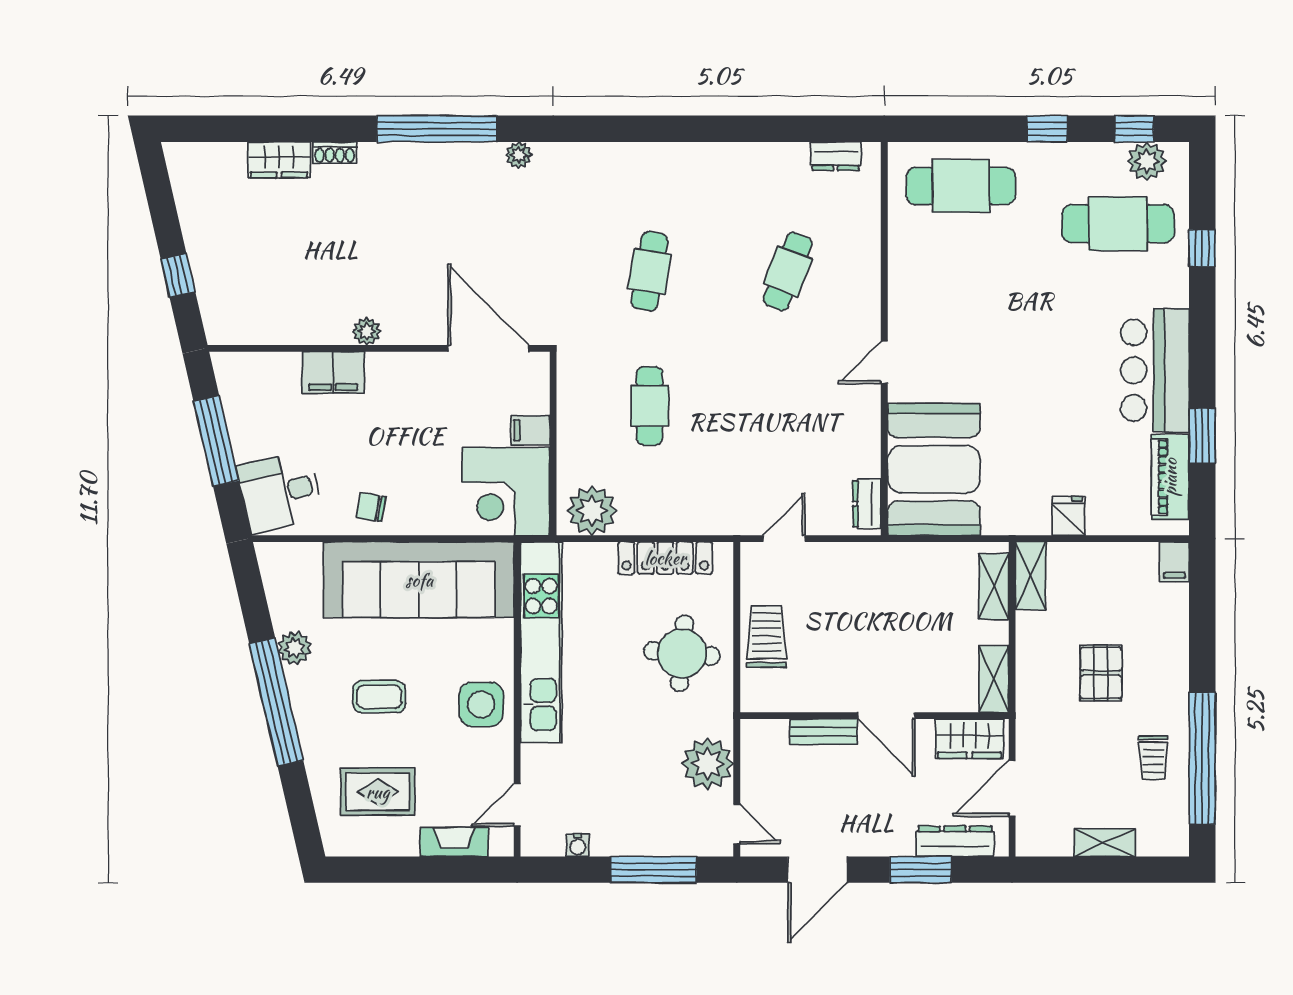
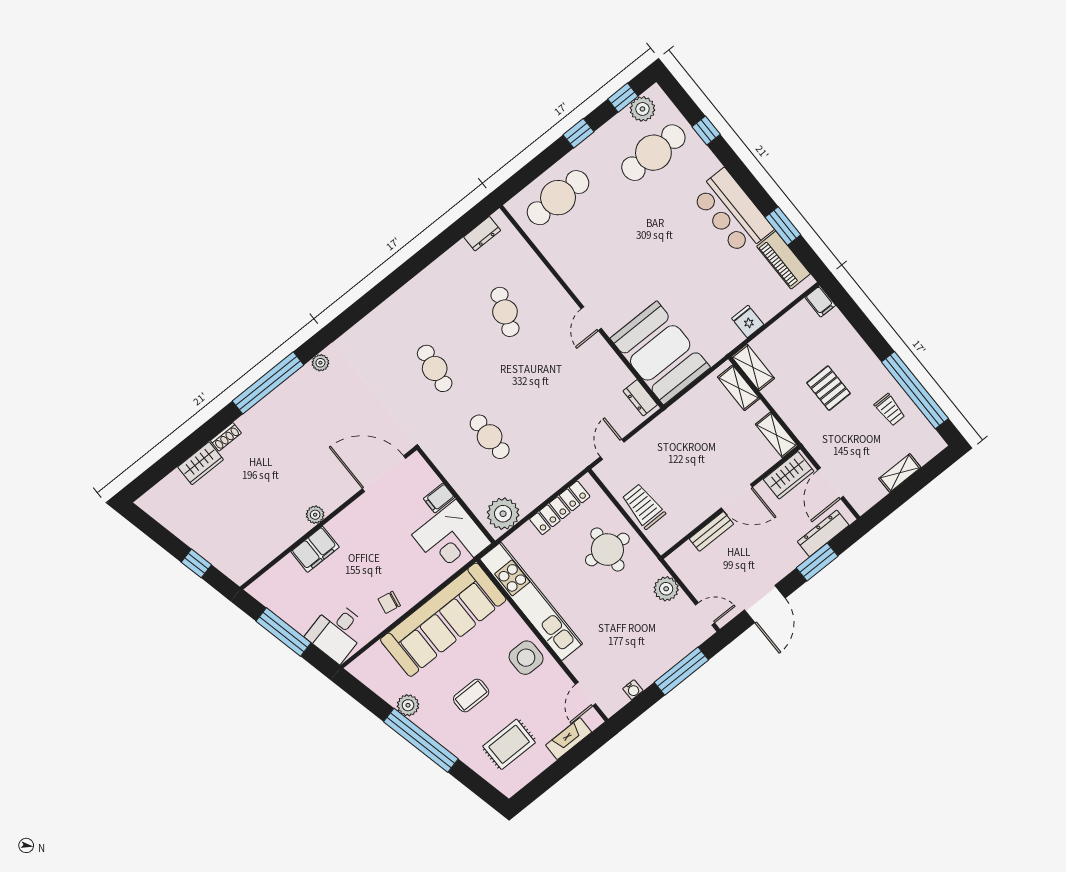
plant: (708, 764) -> (666, 589), width x0.73, depth x0.73

